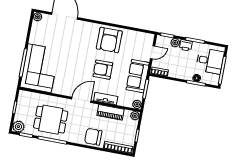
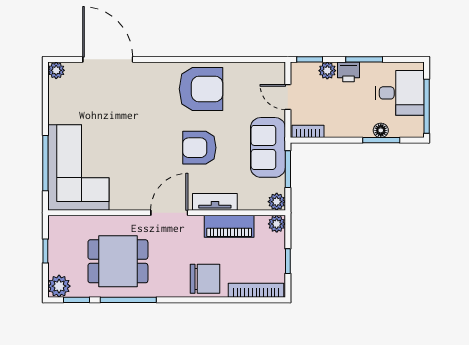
armchair: (109, 40) -> (201, 89), turned -90
door: (153, 52) -> (288, 97), swing flipped
chair: (93, 137) -> (205, 279), turned 180

